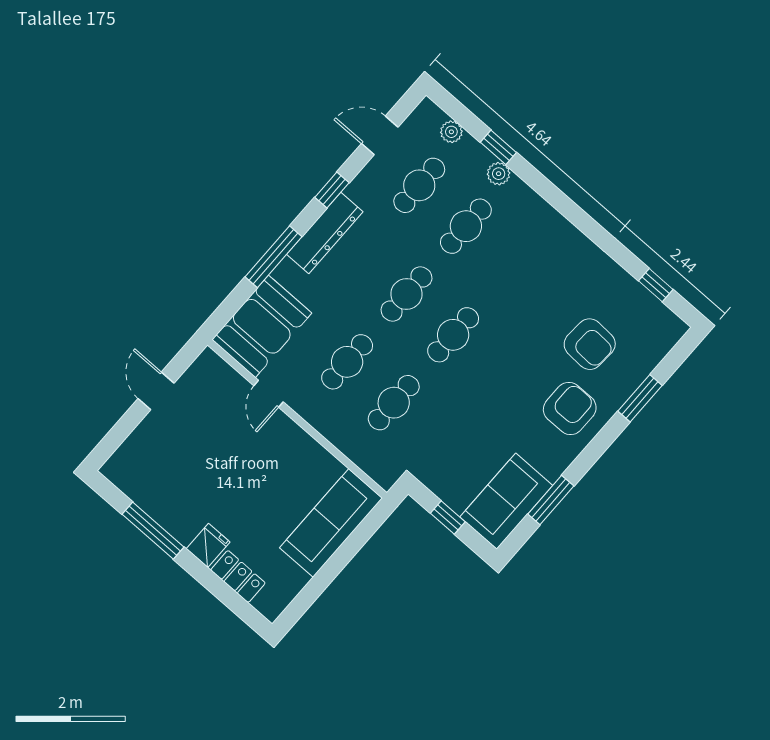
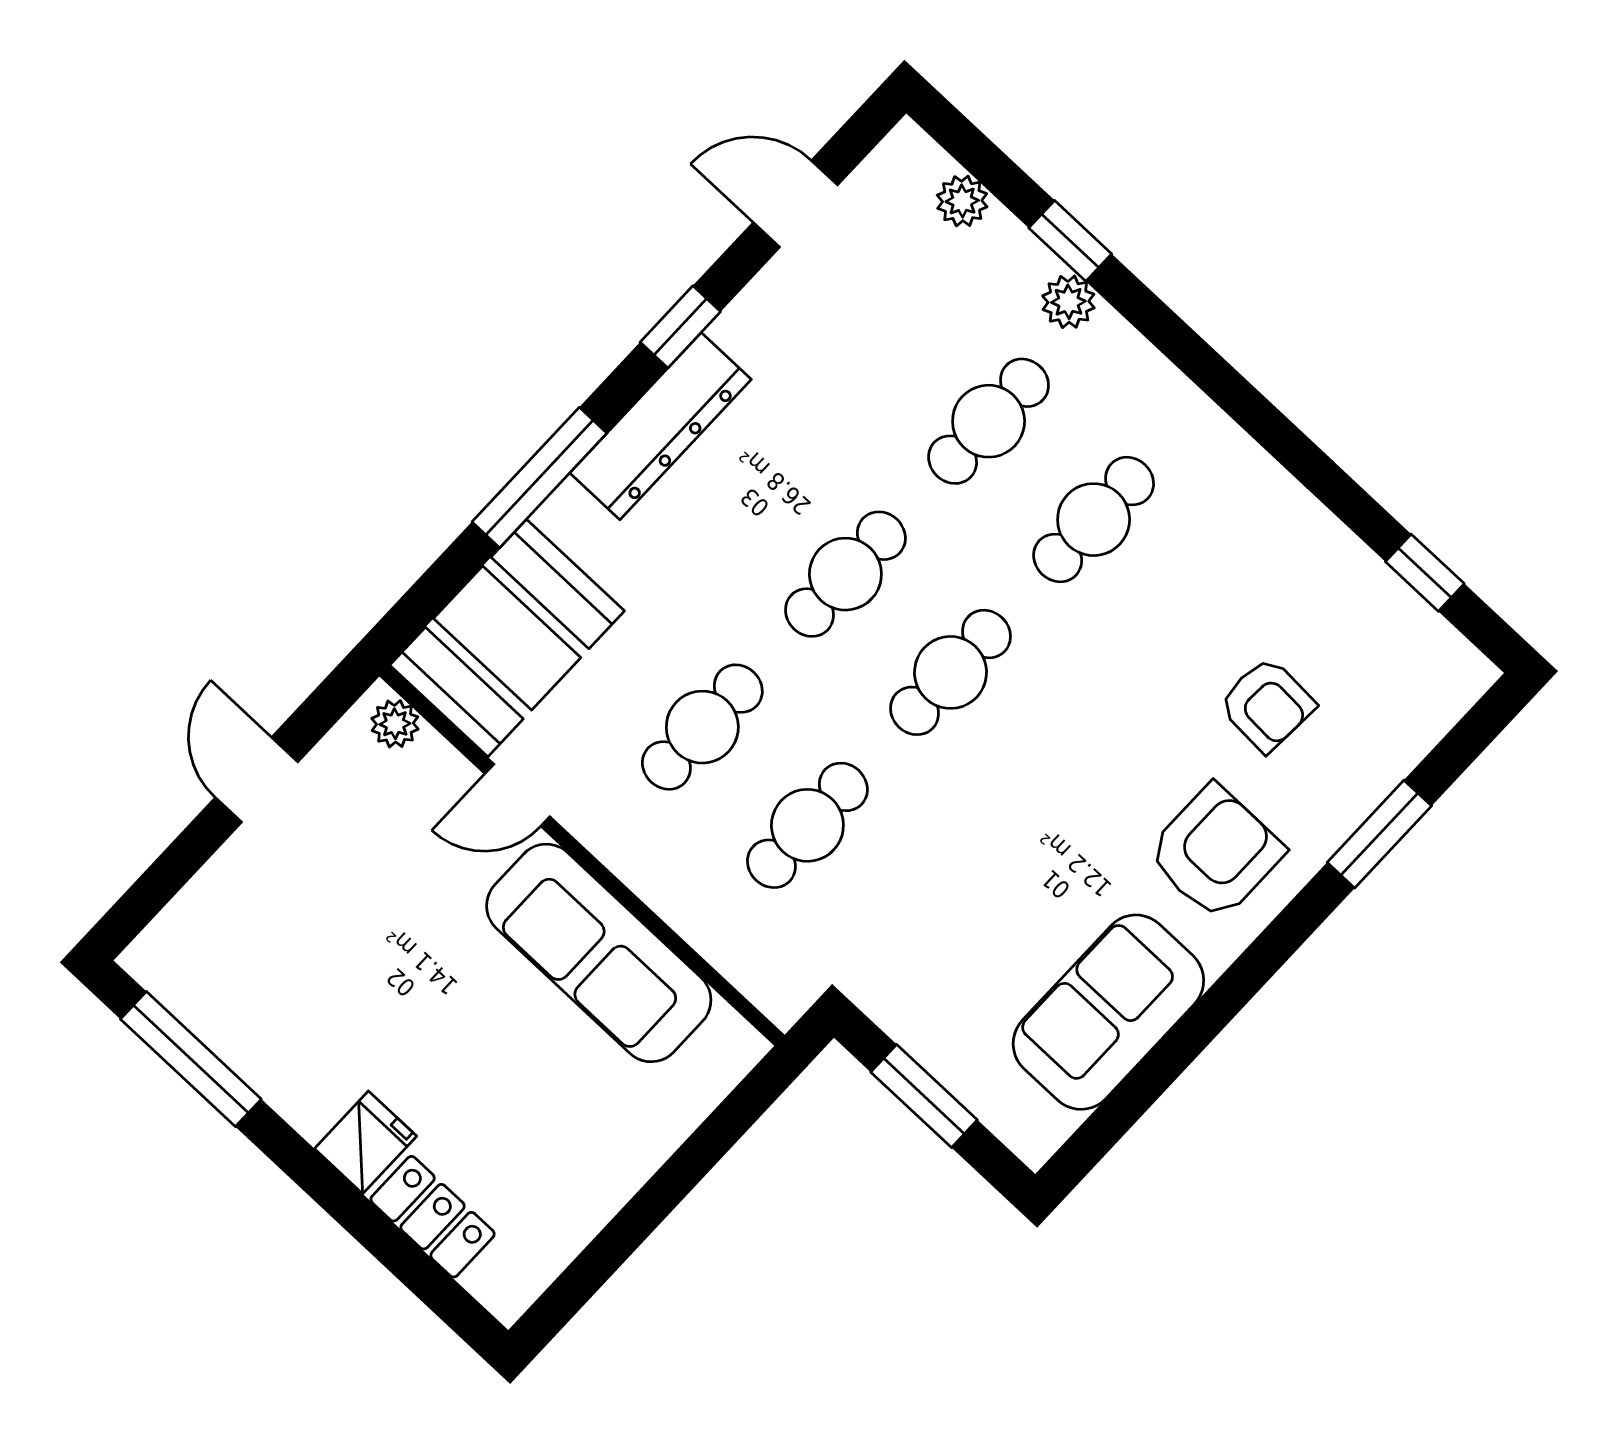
cafe table: (419, 185) -> (1094, 520), moved
armchair: (590, 344) -> (1267, 705), width x0.72, depth x0.72
plant: (215, 365) -> (395, 724), added
door: (268, 394) -> (517, 795), hinge flipped
window: (551, 500) -> (1165, 1064), removed
sofa: (506, 501) -> (1108, 1012), moved
window: (448, 517) -> (924, 1096), width x1.50
sofa: (331, 523) -> (599, 953), moved, turned -90
window: (153, 531) -> (191, 1059), moved

